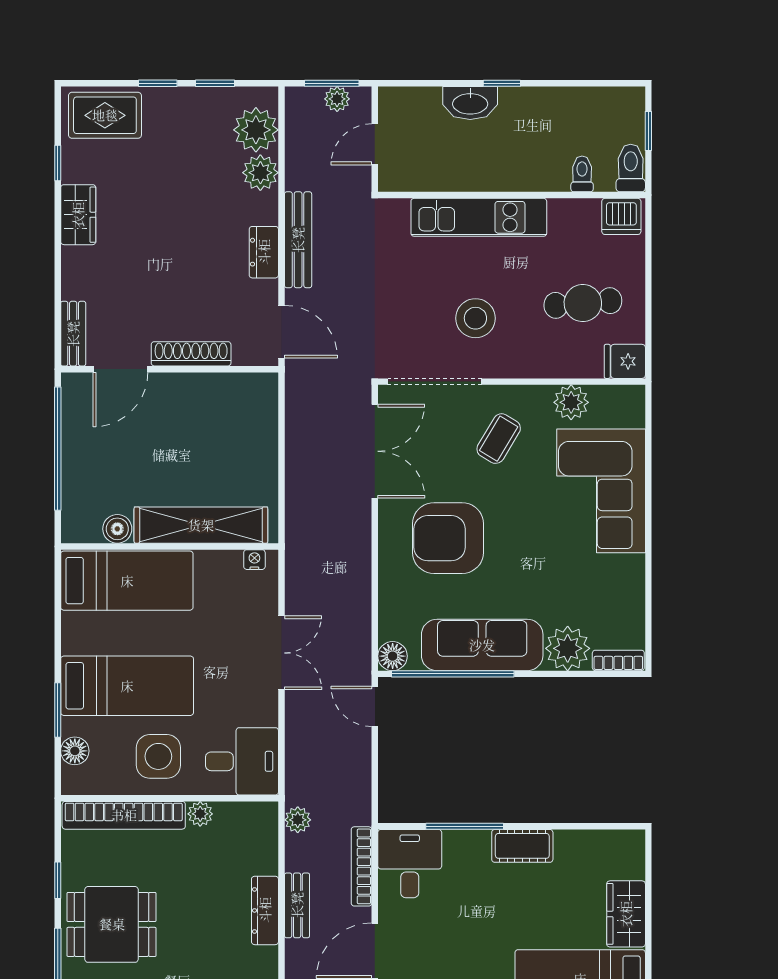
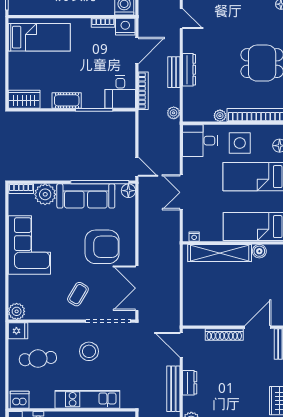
plant: (571, 402) -> (17, 311), moved
corner sofa: (601, 491) -> (29, 245), moved
wardrobe: (626, 914) -> (24, 99), moved, turned -90

